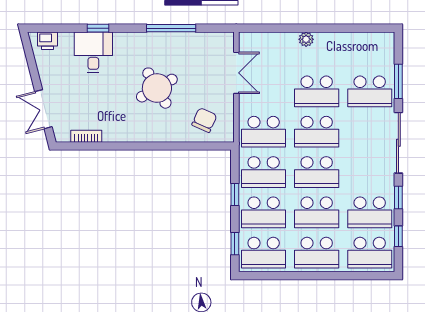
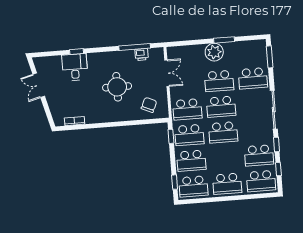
window: (171, 28) -> (135, 47), moved
window: (330, 28) -> (224, 40), added
plant: (306, 39) -> (214, 52), width x1.87, depth x1.87
printer: (47, 41) -> (142, 55), moved
window: (398, 81) -> (270, 57), moved
round table: (157, 88) -> (117, 87), turned 30
double door: (43, 109) -> (39, 85), moved
window: (235, 195) -> (171, 136), moved
school desk: (317, 212) -> (225, 158), removed

